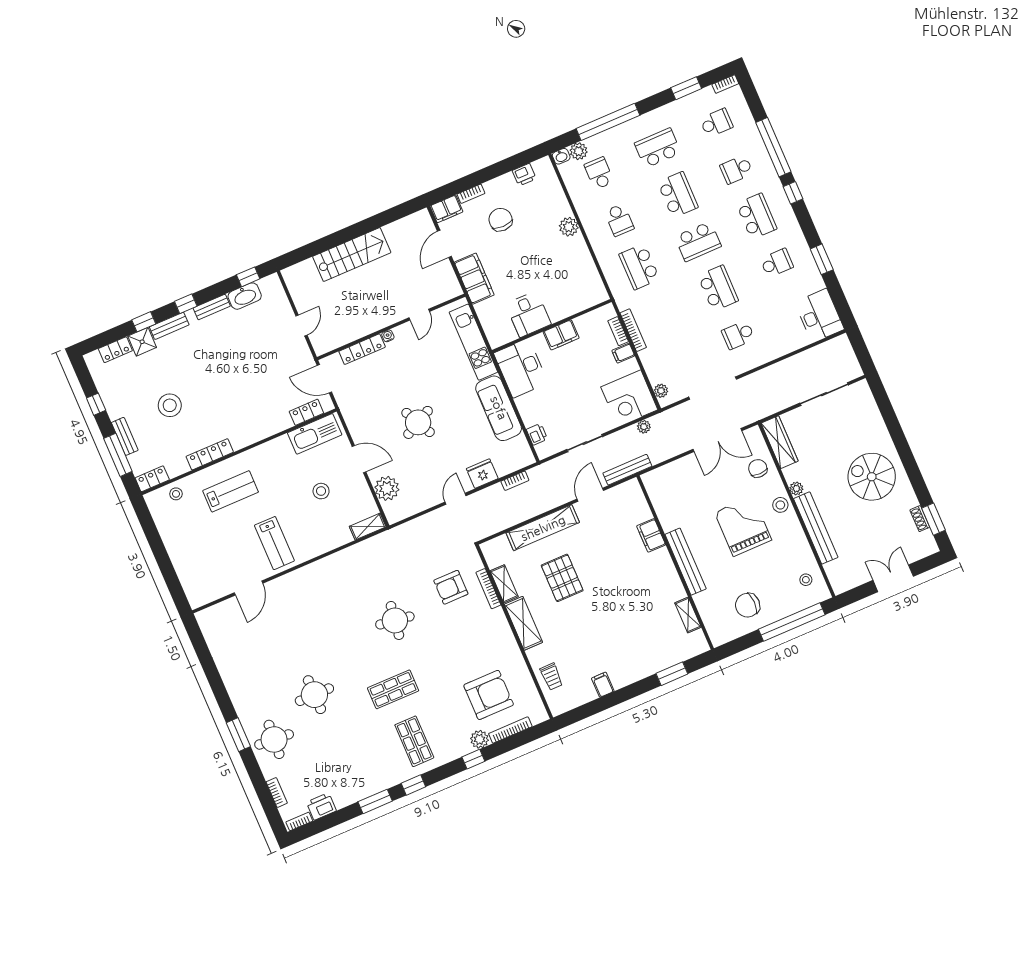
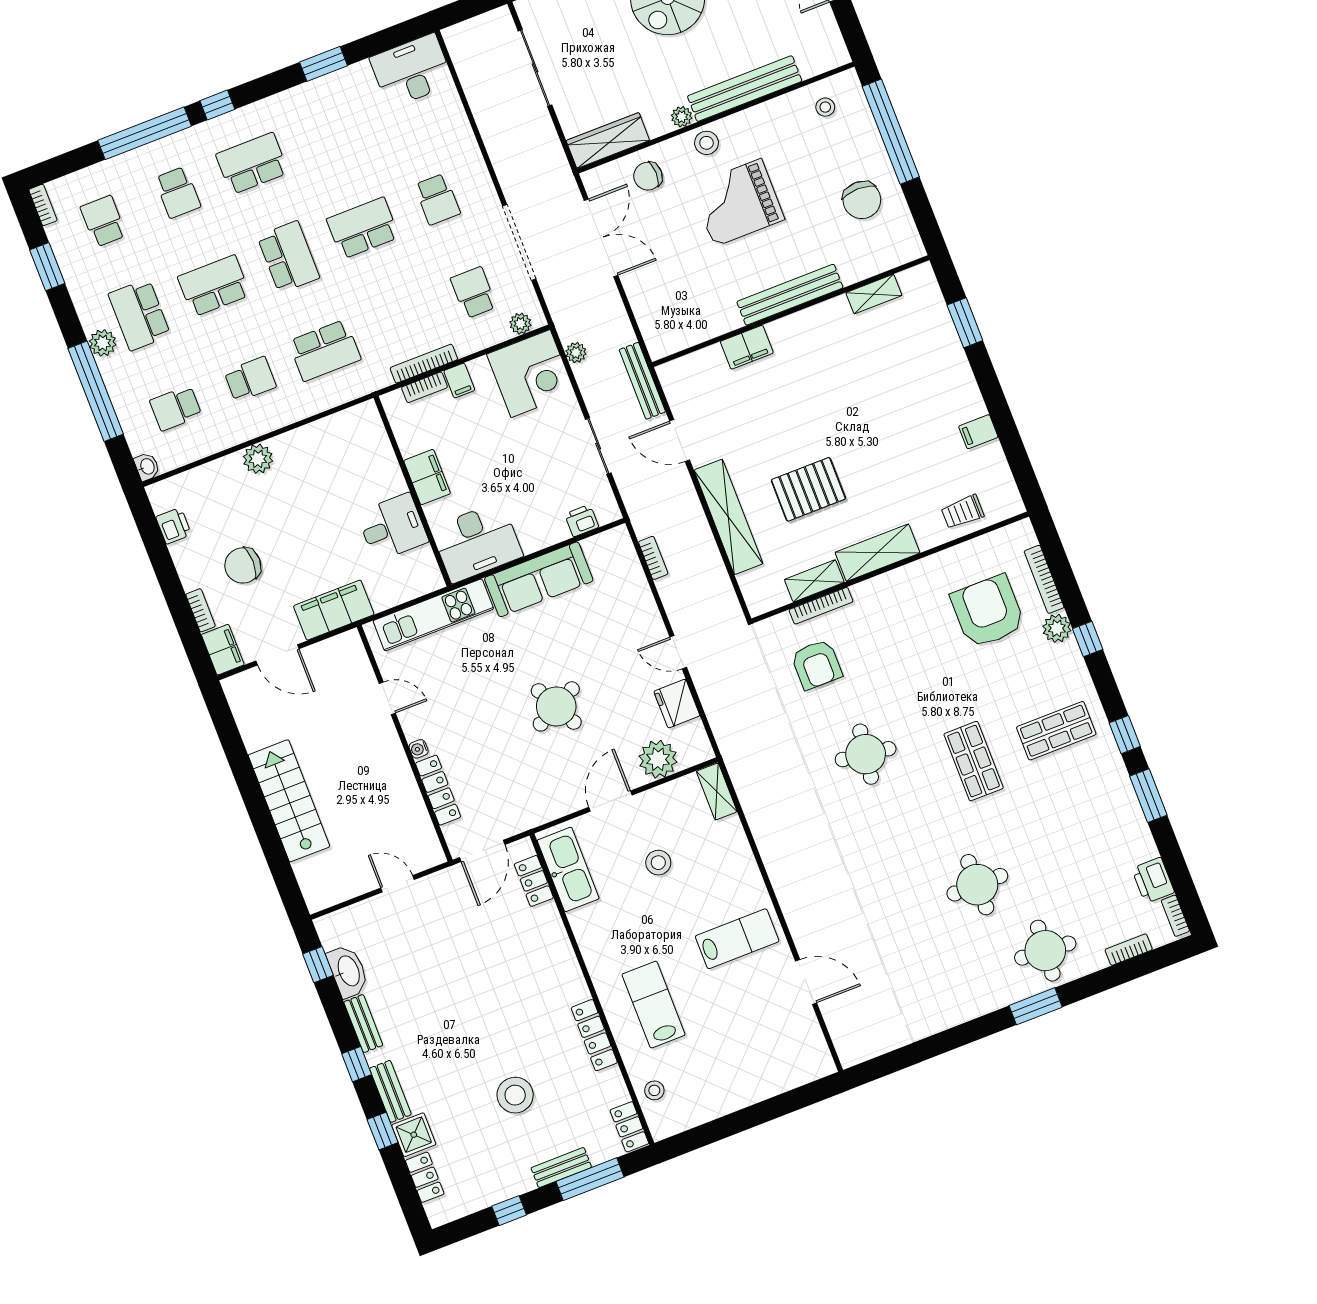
plant: (579, 151) -> (103, 343), moved
school desk: (777, 263) -> (473, 293), moved
fridge: (482, 474) -> (677, 704), moved
trolley: (551, 677) -> (963, 512), turned 180

